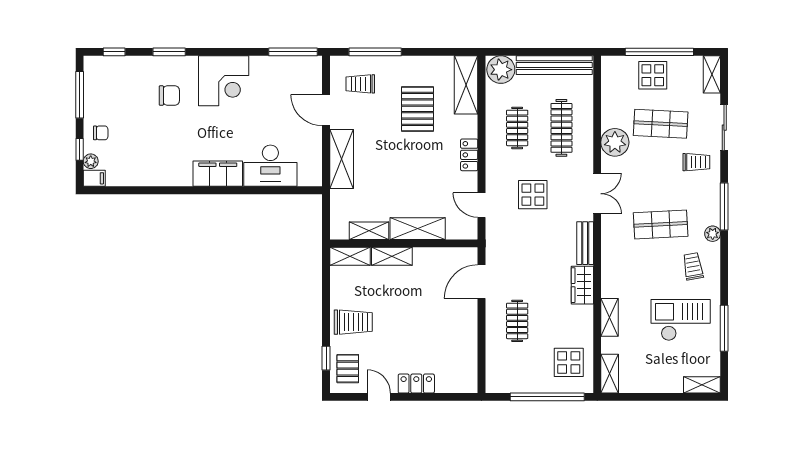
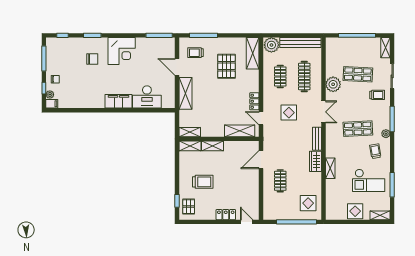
display table: (653, 75) -> (355, 211), moved
locker: (469, 155) -> (254, 101), moved
shelving: (418, 229) -> (240, 131), moved
shelving: (369, 231) -> (190, 132), moved
shelving: (610, 317) -> (330, 168), moved
checkout: (681, 320) -> (369, 180), turned 180
trolley: (353, 322) -> (203, 182), moved
shelving: (610, 374) -> (330, 209), removed
door: (379, 397) -> (247, 222), moved

